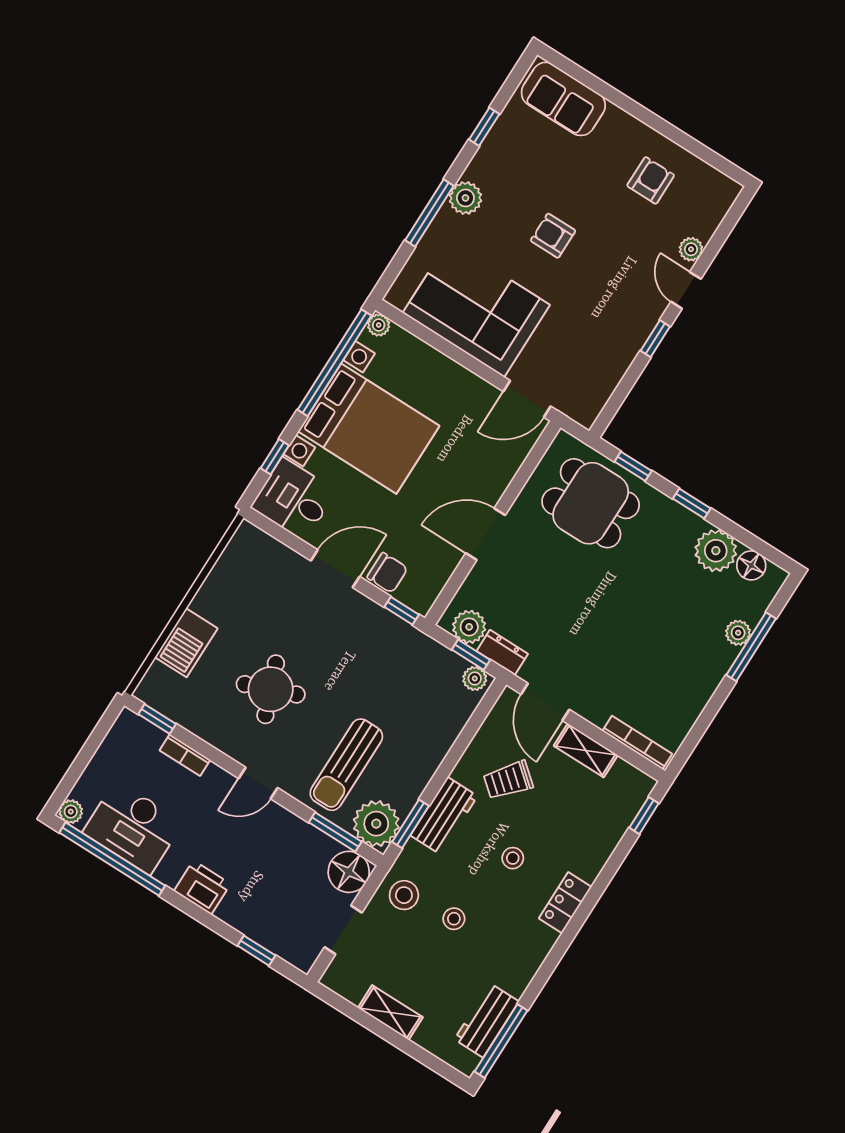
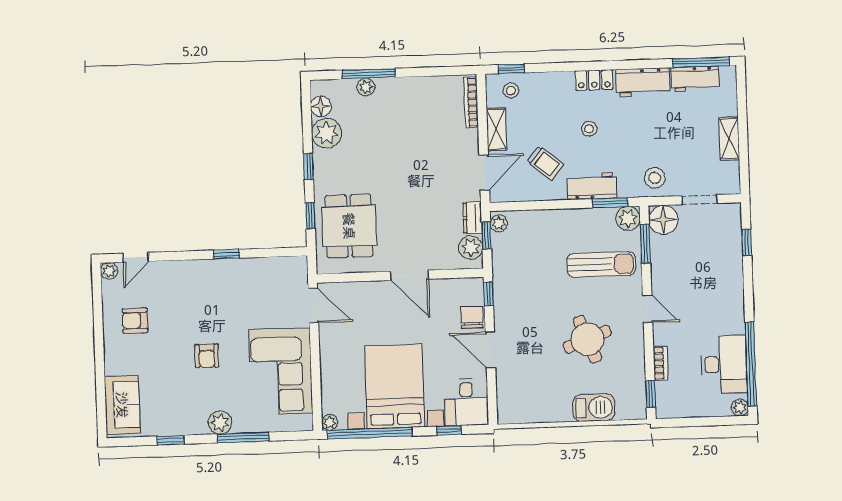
plant: (691, 249) -> (109, 271), moved
door: (686, 290) -> (136, 257), moved
plant: (376, 824) -> (628, 218), width x0.73, depth x0.73
printer: (202, 887) -> (731, 300), removed
stool: (454, 919) -> (511, 90), moved
workbench: (524, 957) -> (643, 82), added

